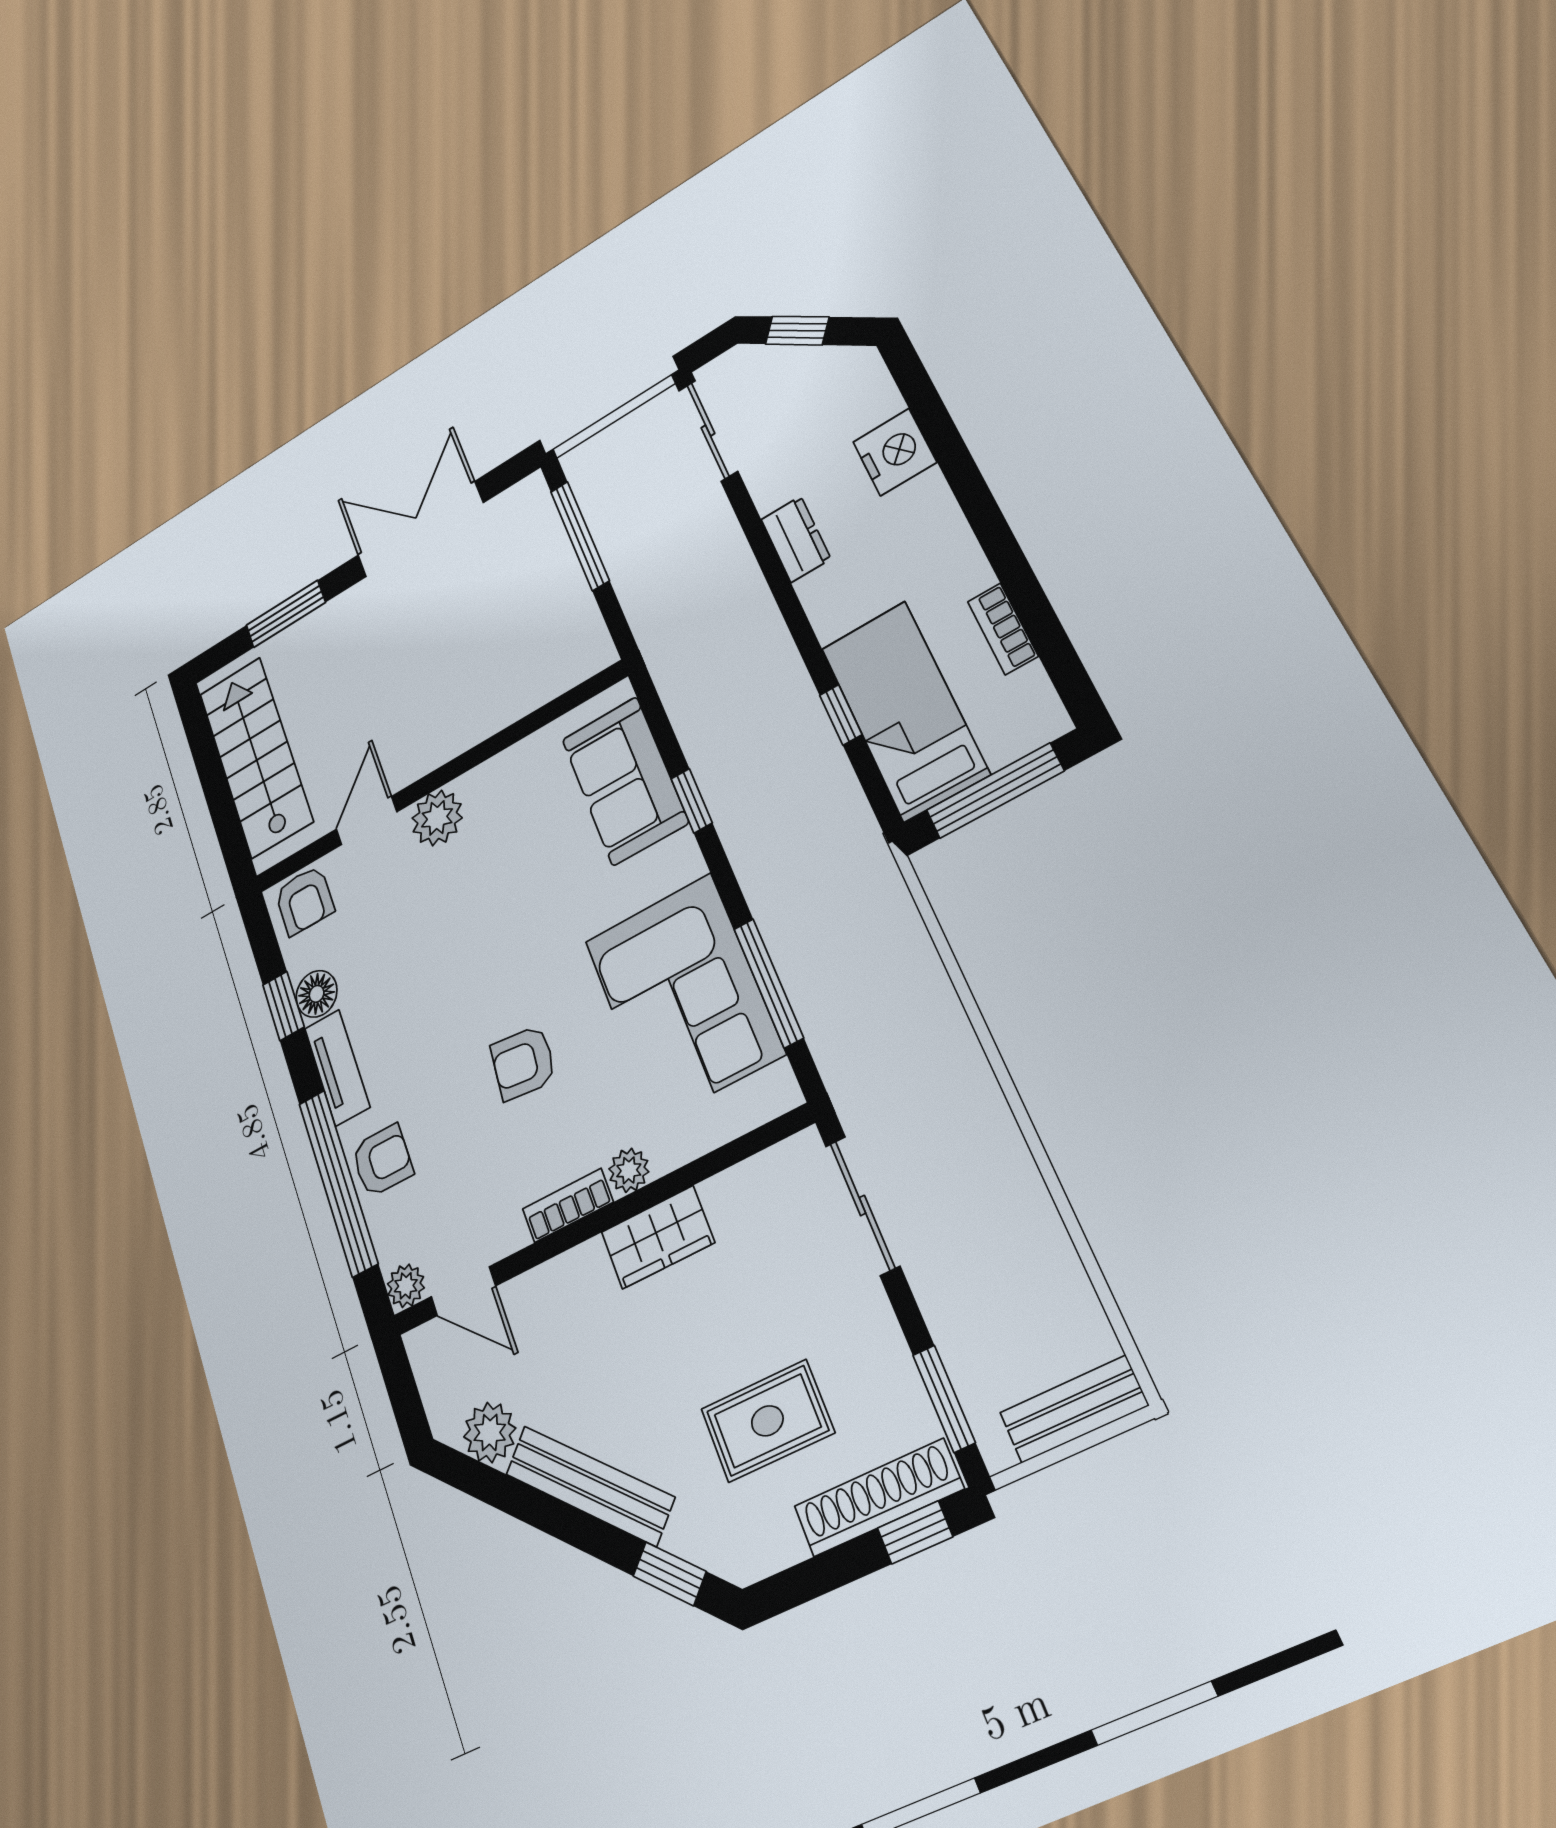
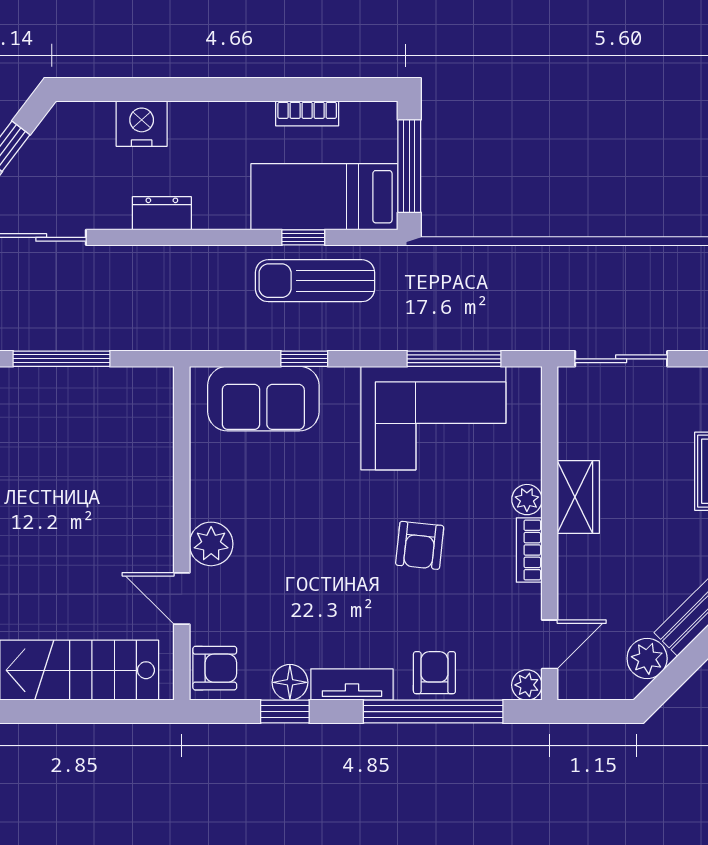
sun lounger: (793, 759) -> (315, 281), added

